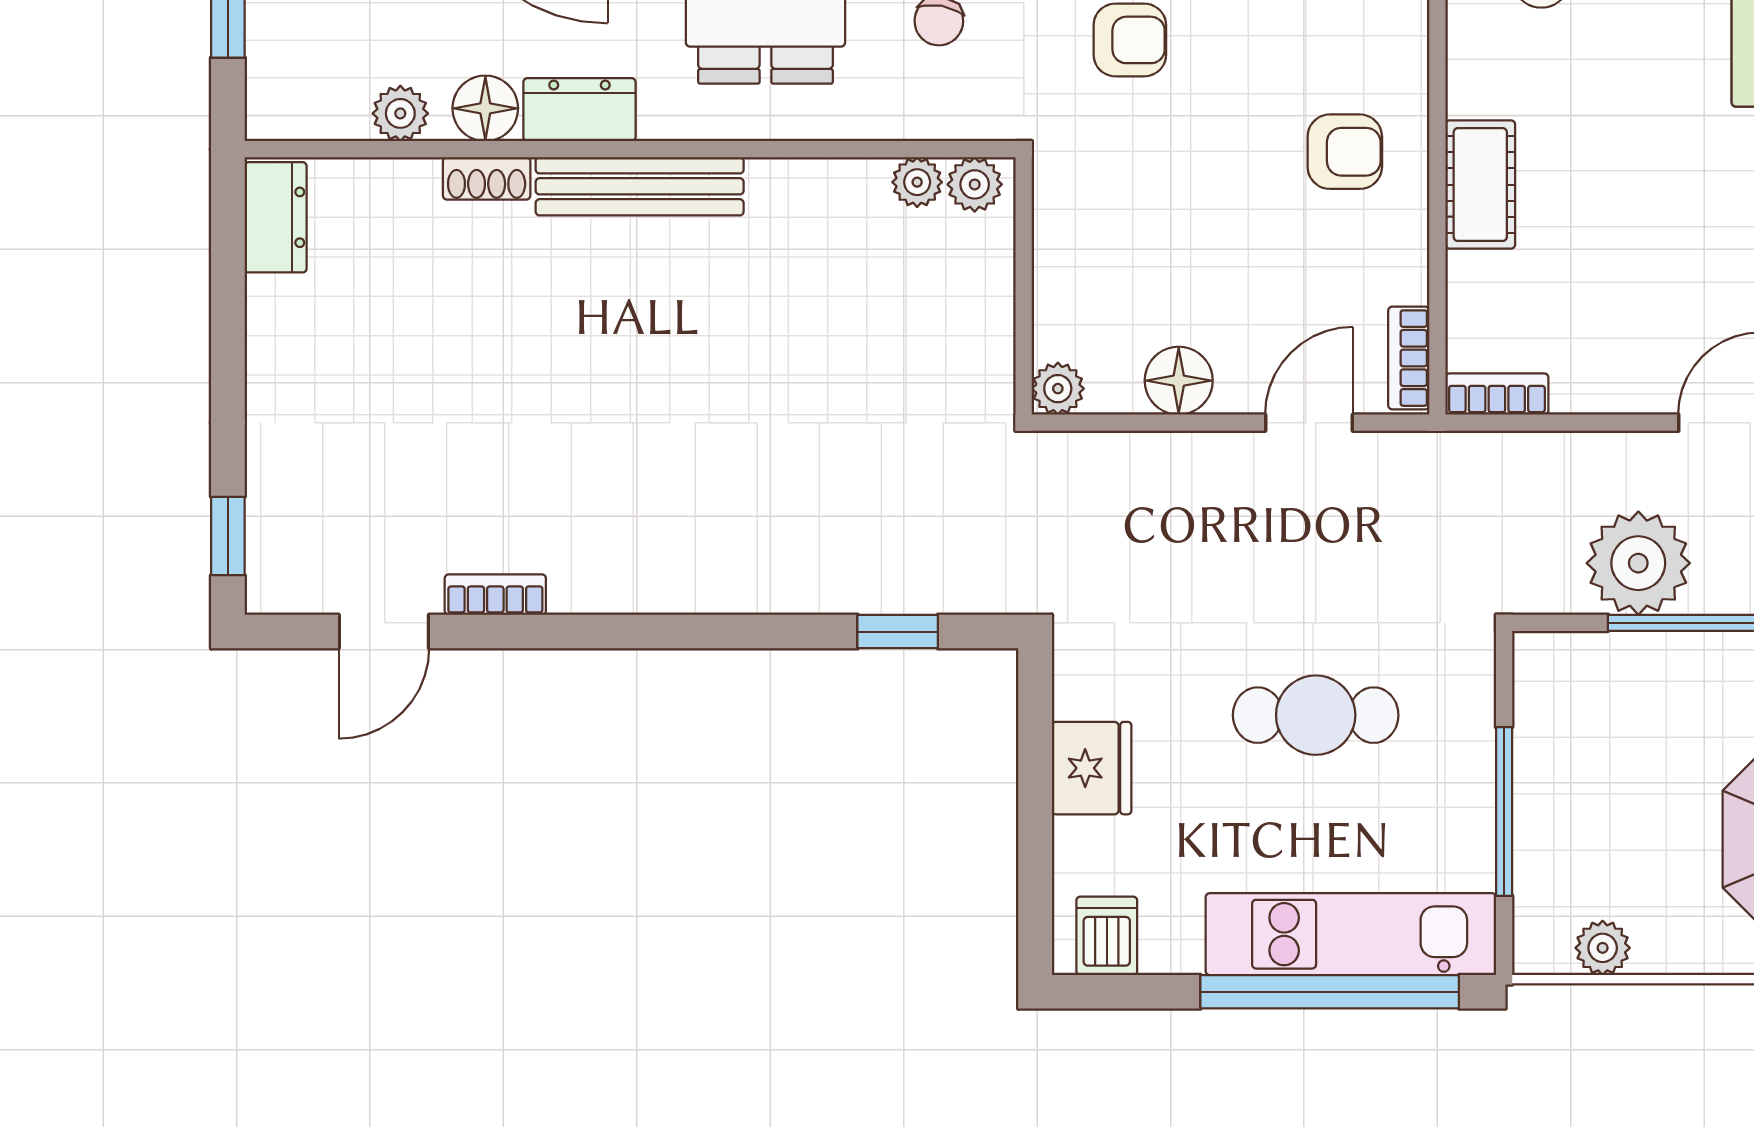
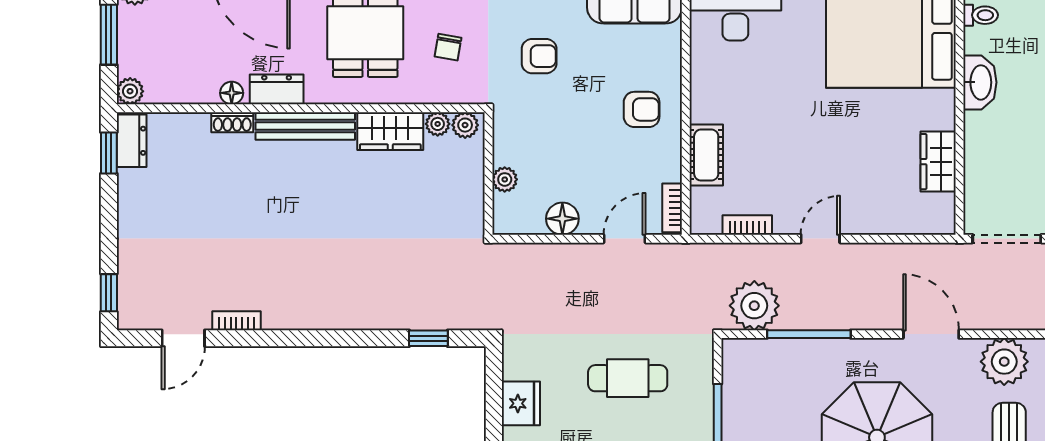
floor lamp: (485, 108) -> (232, 93), width x0.73, depth x0.73
plant: (400, 113) -> (130, 91), moved
cot: (1480, 185) -> (706, 155), moved
wardrobe: (818, 197) -> (390, 131), added
window: (228, 243) -> (109, 153), added
plant: (1058, 389) -> (505, 179), moved
bookcase: (1497, 394) -> (747, 225), moved
plant: (1638, 563) -> (754, 306), moved

